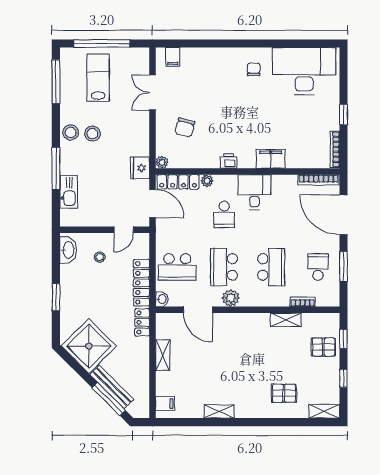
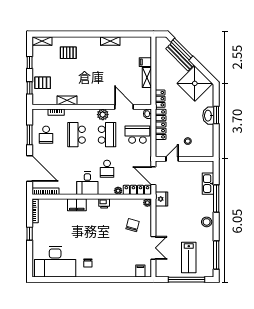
stool: (93, 134) -> (192, 221), removed
school desk: (224, 214) -> (107, 169), turned 180
washbasin: (68, 250) -> (208, 116), moved
filing cabinet: (165, 403) -> (145, 62), moved

